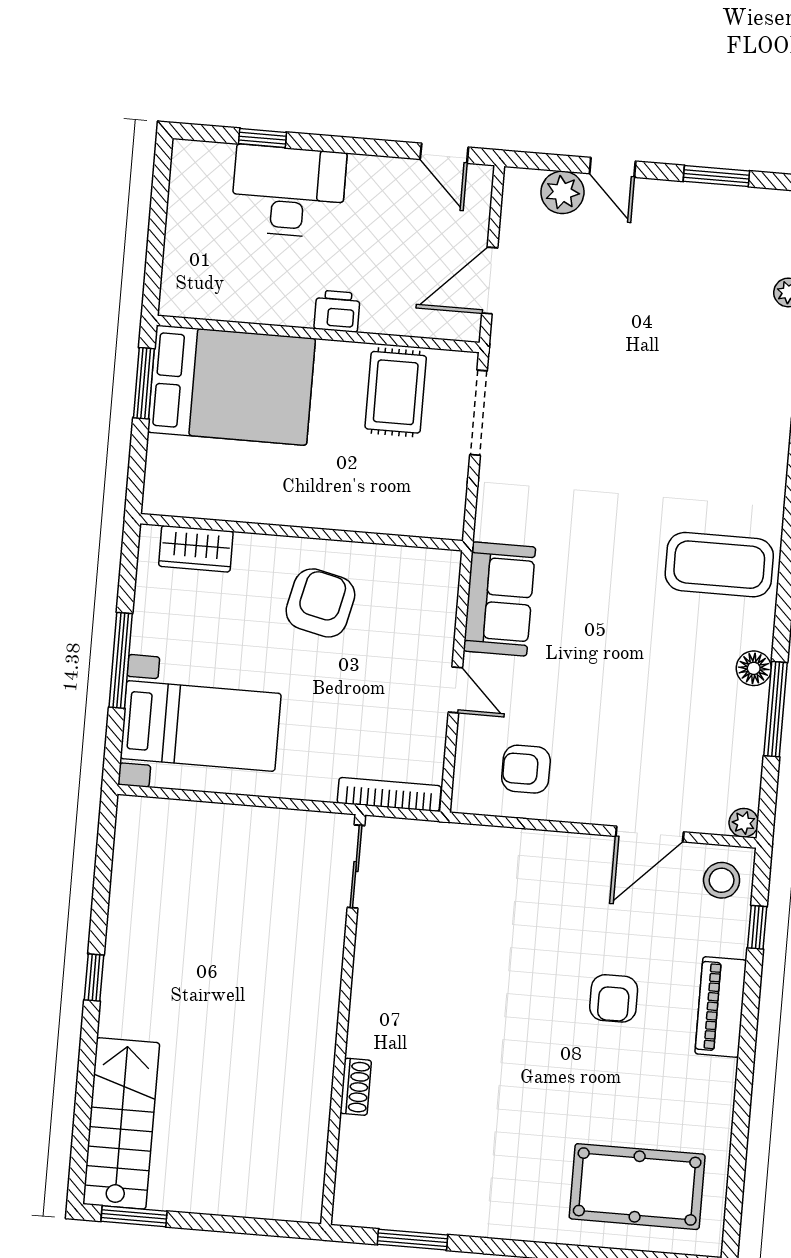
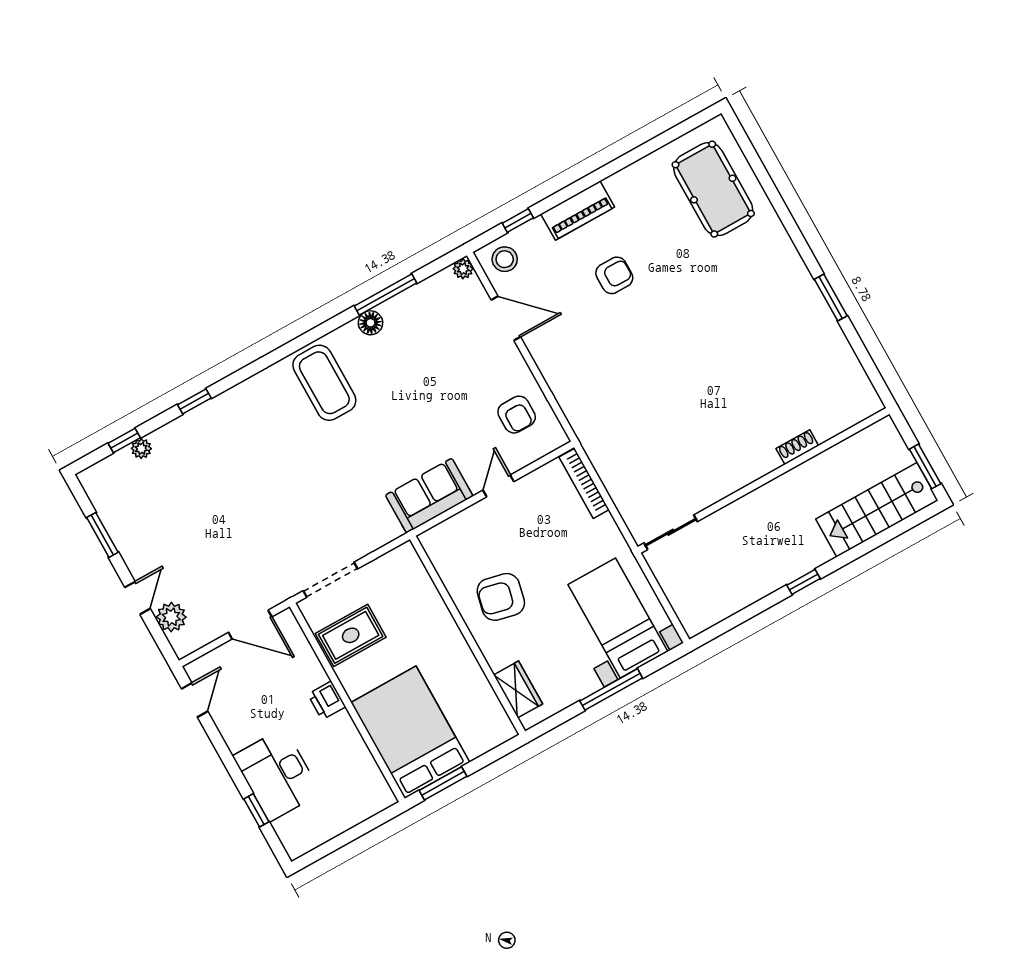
sliding door: (356, 867) -> (671, 532), moved
wall: (343, 1020) -> (764, 480), moved
shoe rack: (356, 1087) -> (797, 447), moved

